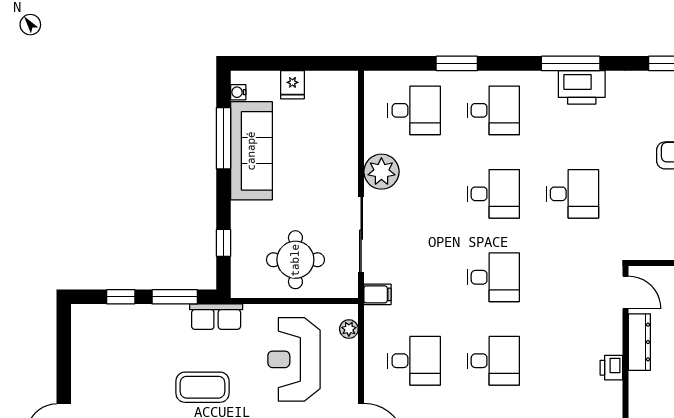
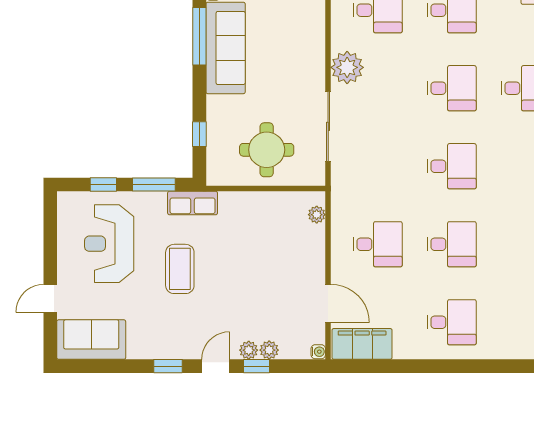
filing cabinet: (378, 294) -> (343, 182), removed
reception desk: (294, 359) -> (109, 244), moved
coffee table: (203, 387) -> (180, 269), turned 90

